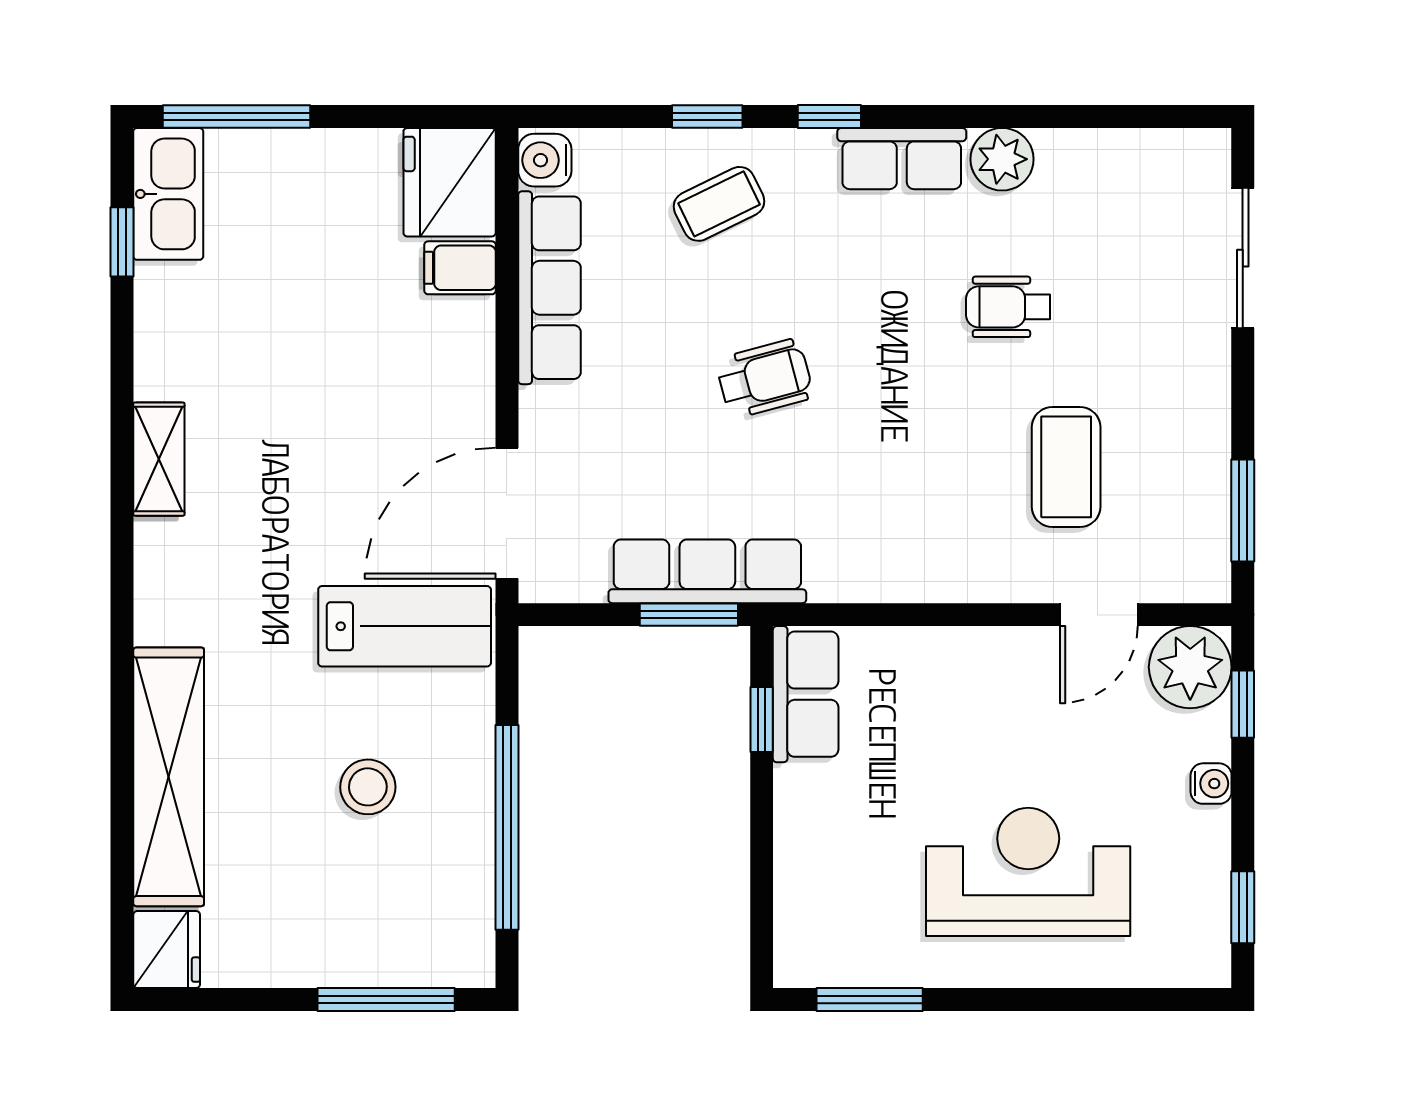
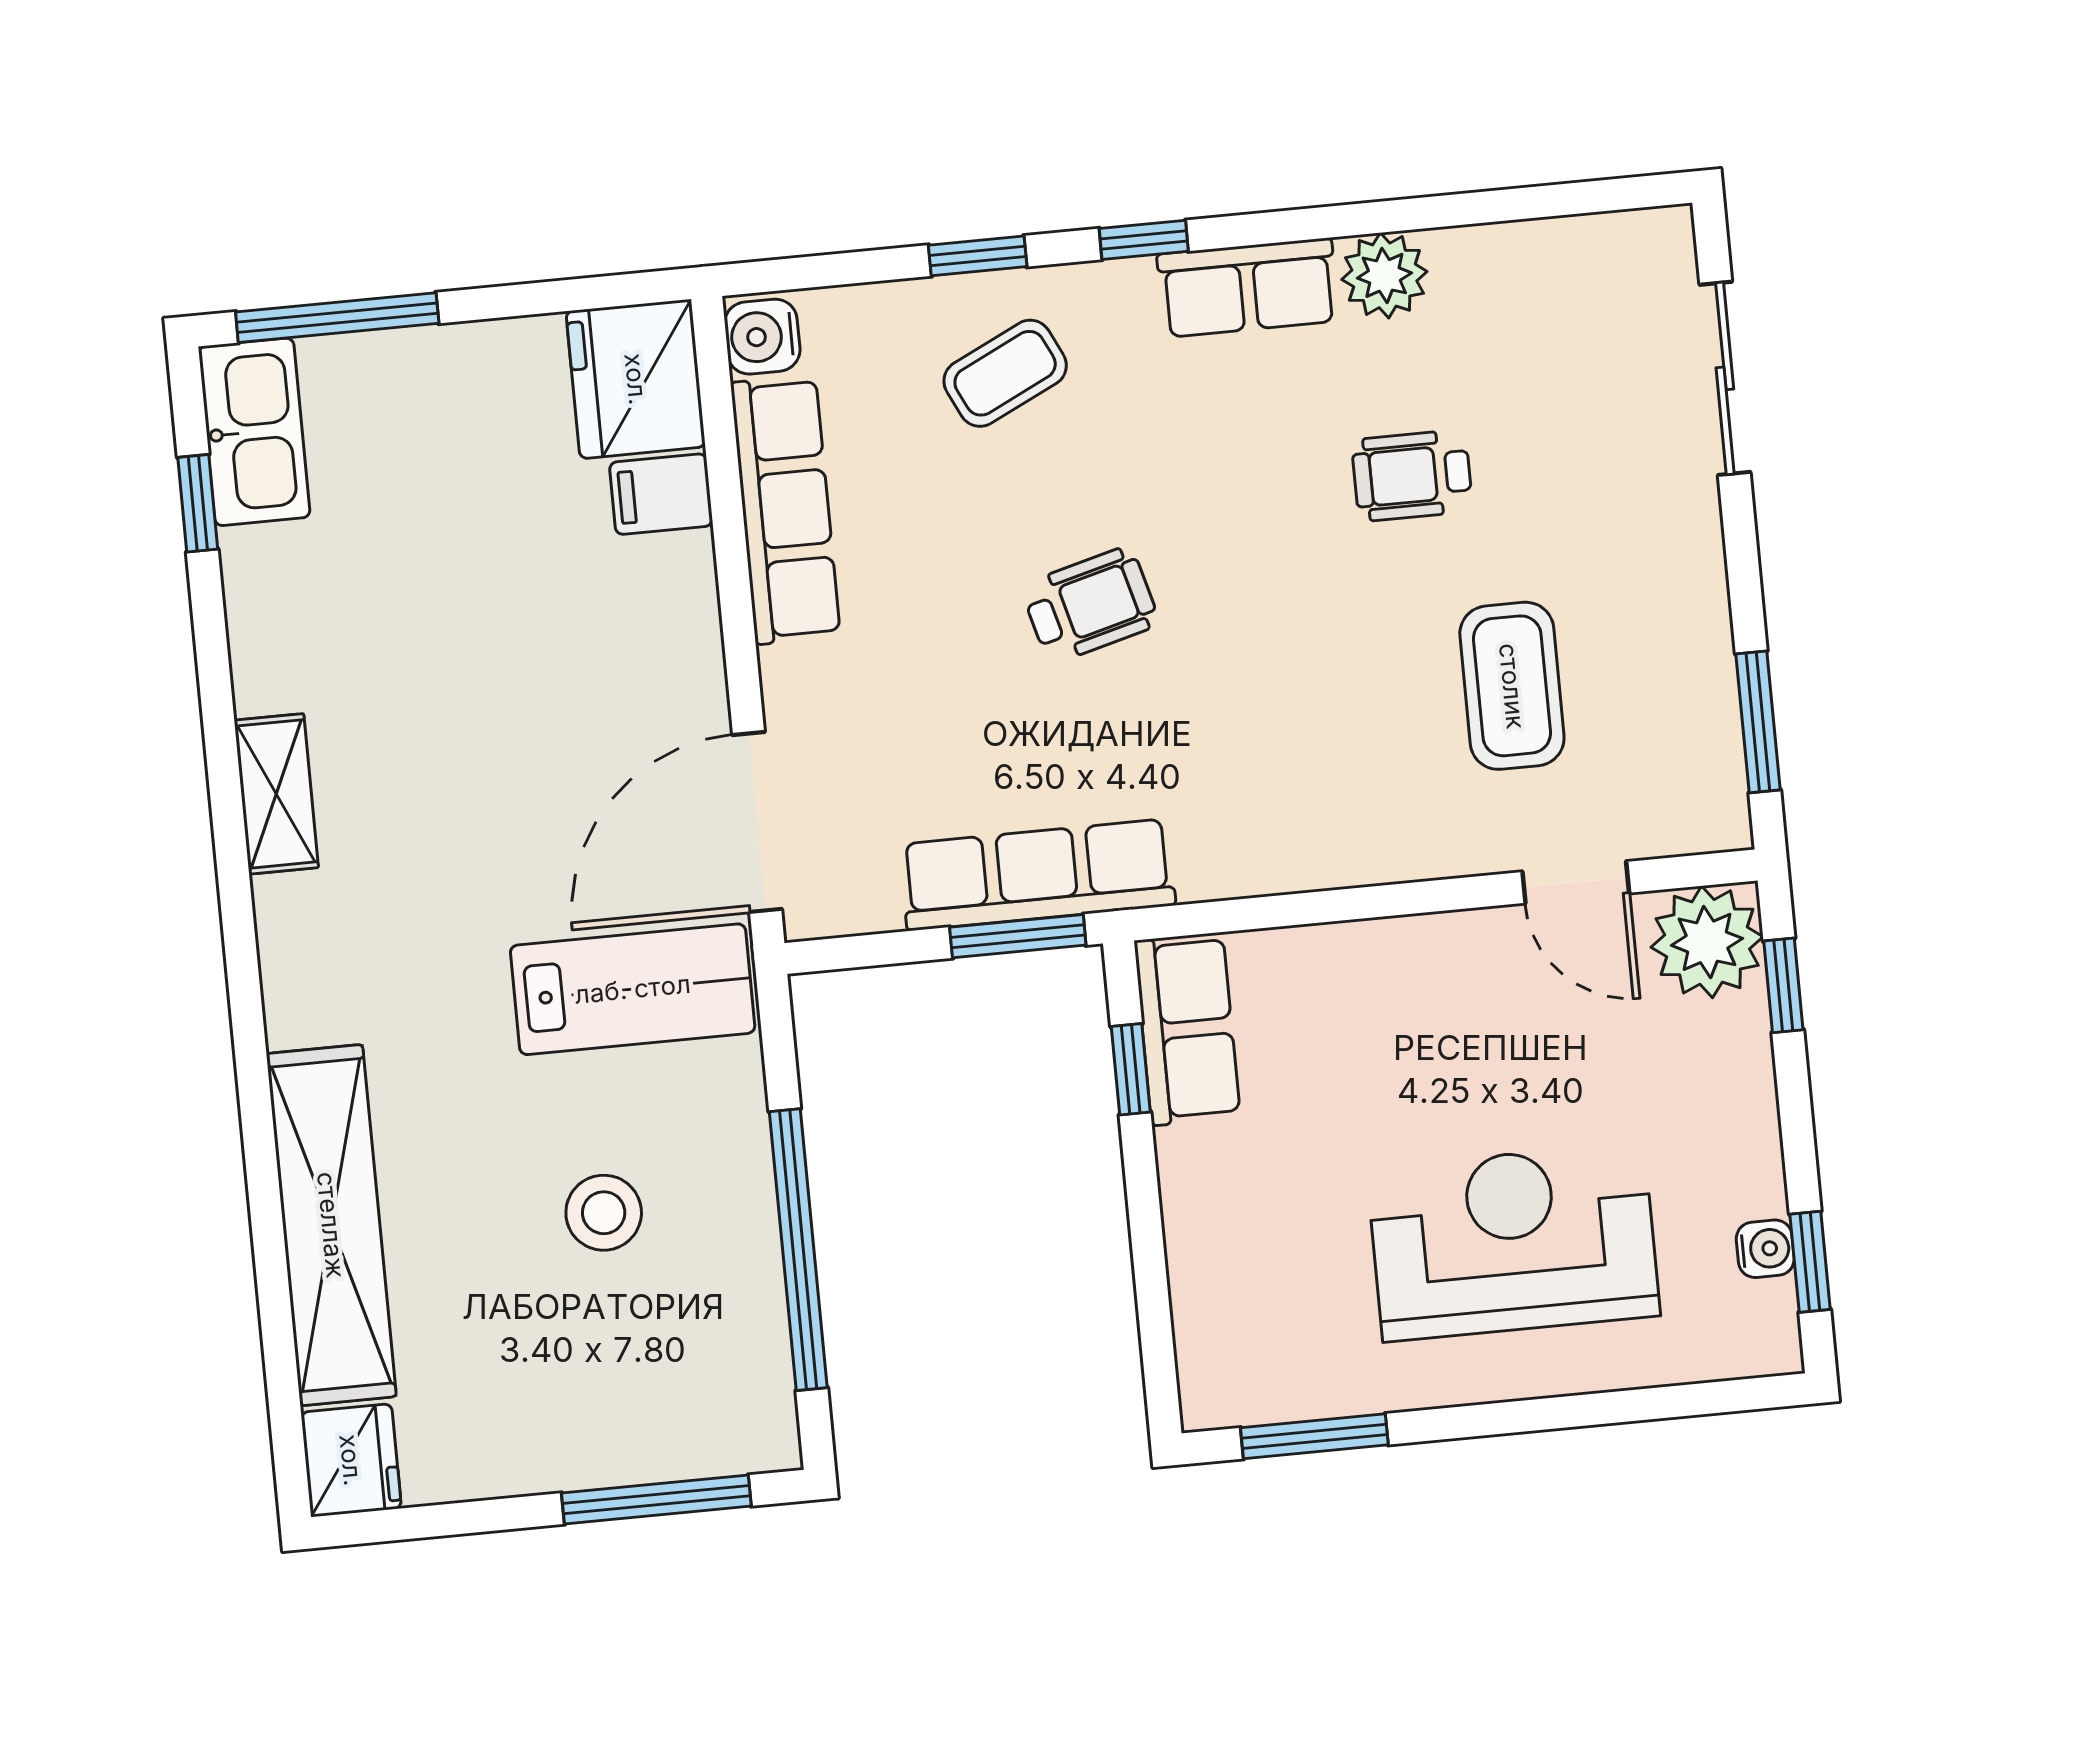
door: (1099, 615) -> (1576, 882), hinge flipped
water cooler: (1211, 784) -> (1765, 1249), moved

